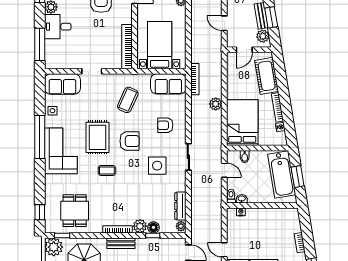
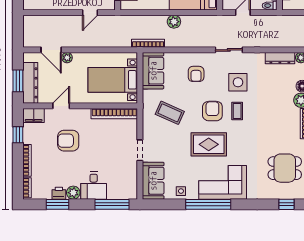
coffee table: (107, 170) -> (237, 111), moved

